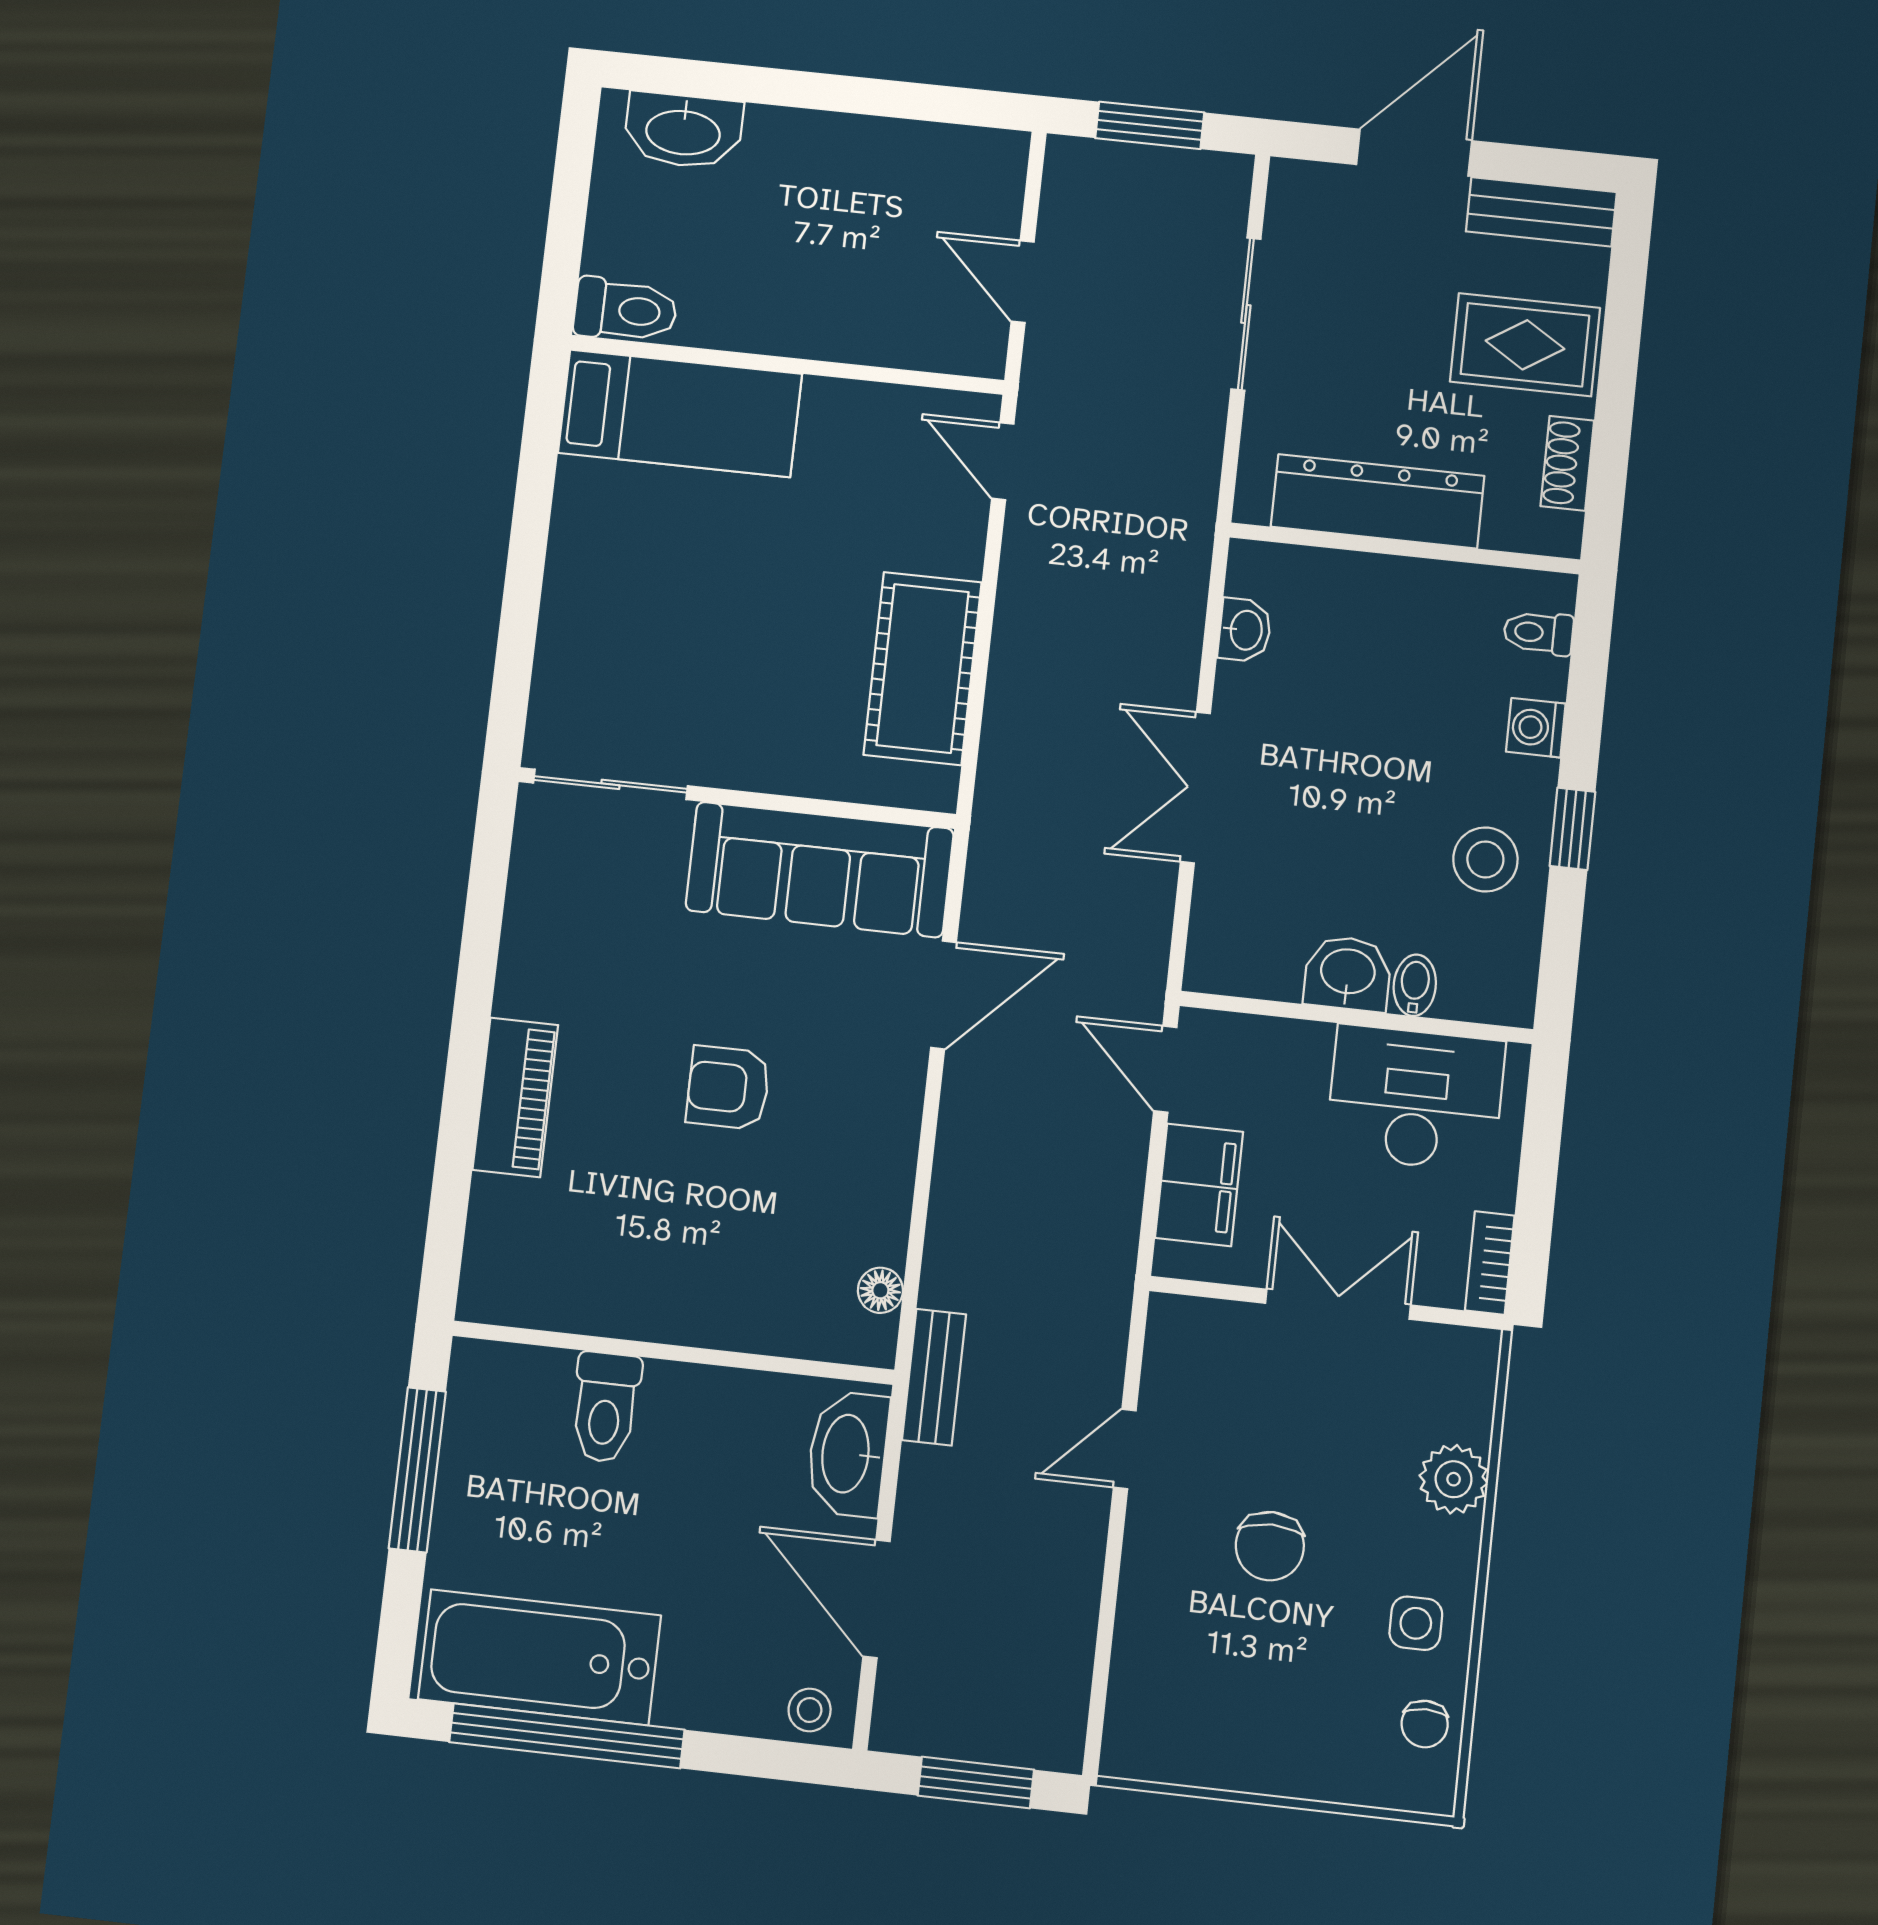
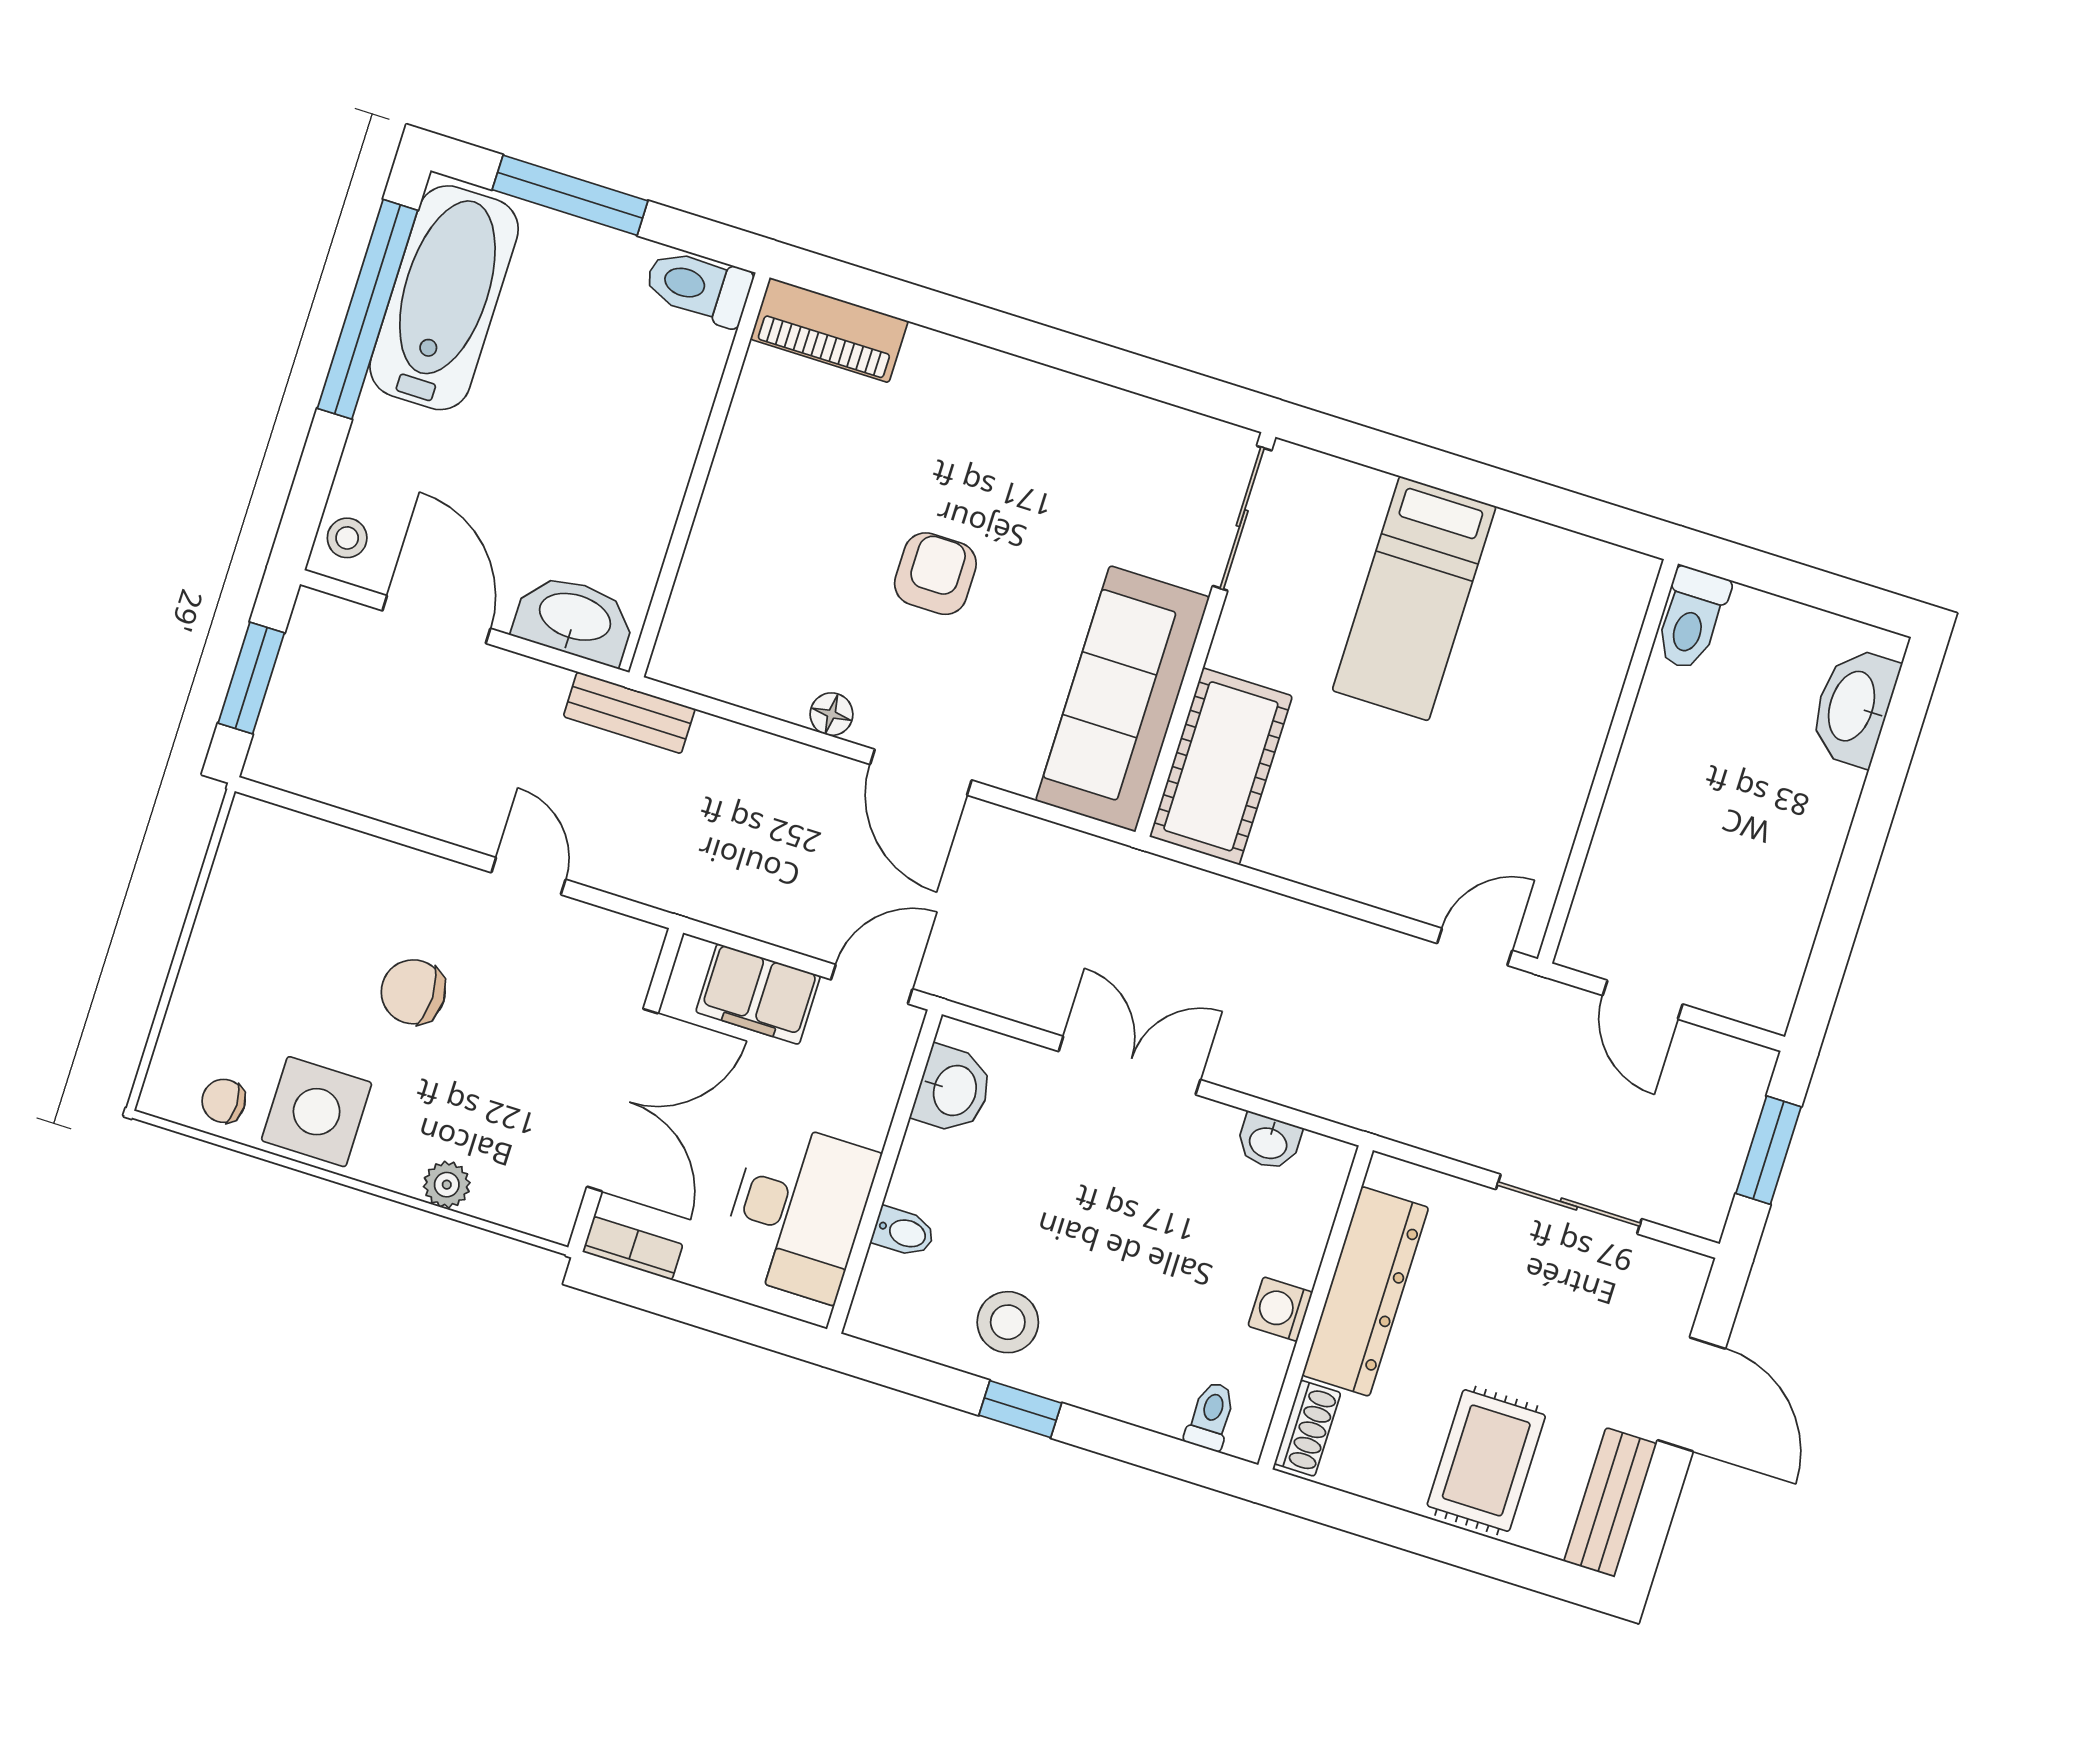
door: (1023, 282) -> (1643, 1000), swing flipped
bed: (680, 413) -> (1414, 598), moved
shoe rack: (1567, 463) -> (1308, 1428), moved, turned 90
cot: (923, 668) -> (1221, 766), moved, turned 90
washing machine: (1536, 728) -> (1280, 1309), moved, turned -90
washbasin: (1348, 973) -> (953, 1090), moved
door: (944, 995) -> (921, 772), moved
piano: (515, 1097) -> (829, 330), moved
floor lamp: (880, 1290) -> (831, 714), moved
double door: (1338, 1304) -> (623, 1100), width x1.37
toilet: (605, 1407) -> (698, 287), moved
window: (417, 1470) -> (570, 195), moved
plant: (1454, 1479) -> (447, 1185), width x0.73, depth x0.73
door: (876, 1599) -> (436, 619), hinge flipped
side table: (1416, 1623) -> (317, 1112), width x1.87, depth x1.87

